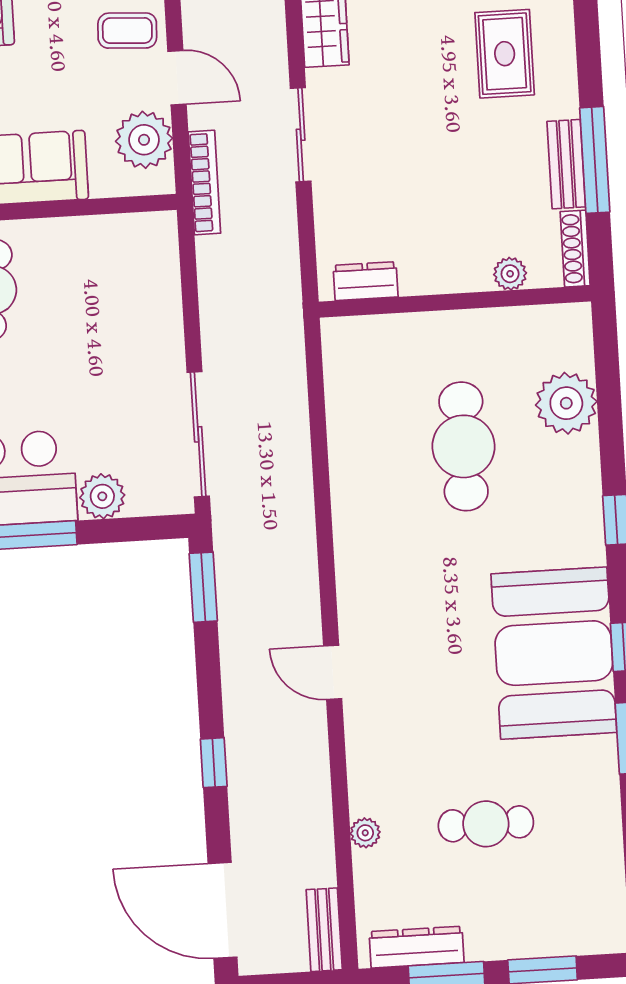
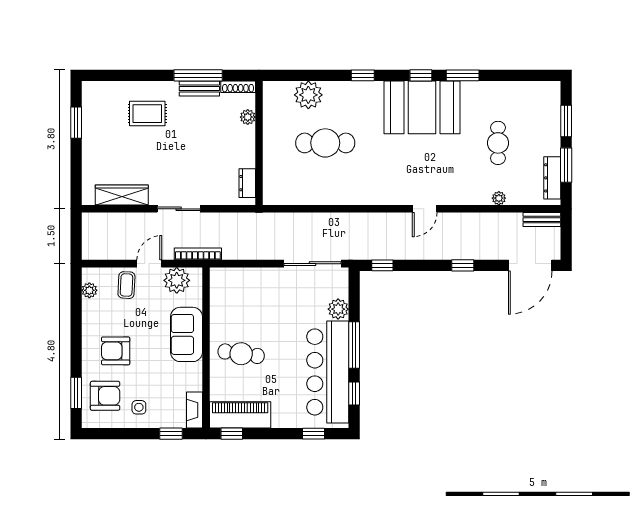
window: (203, 587) -> (382, 265), width x0.67

